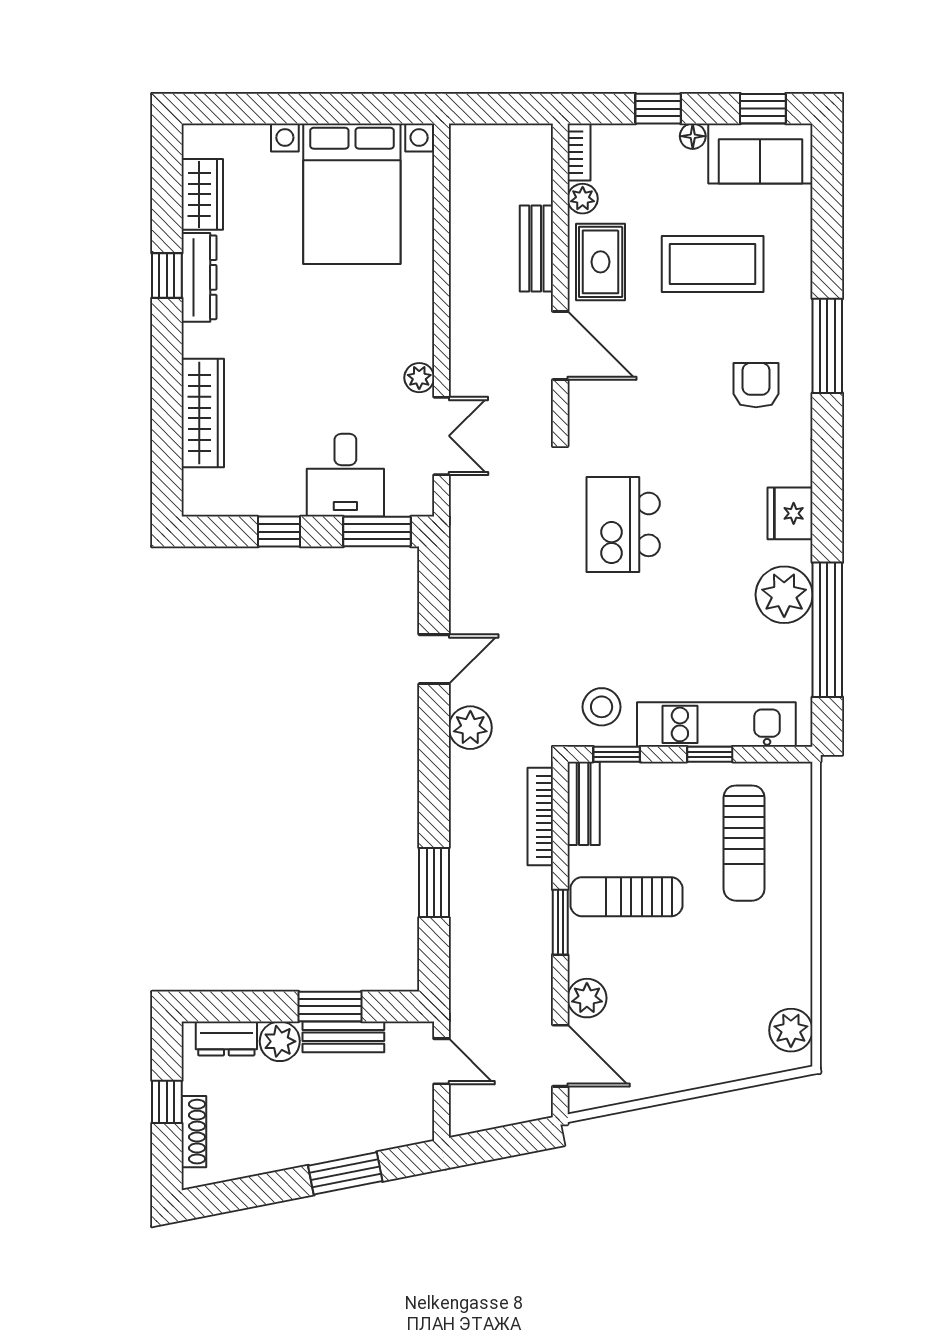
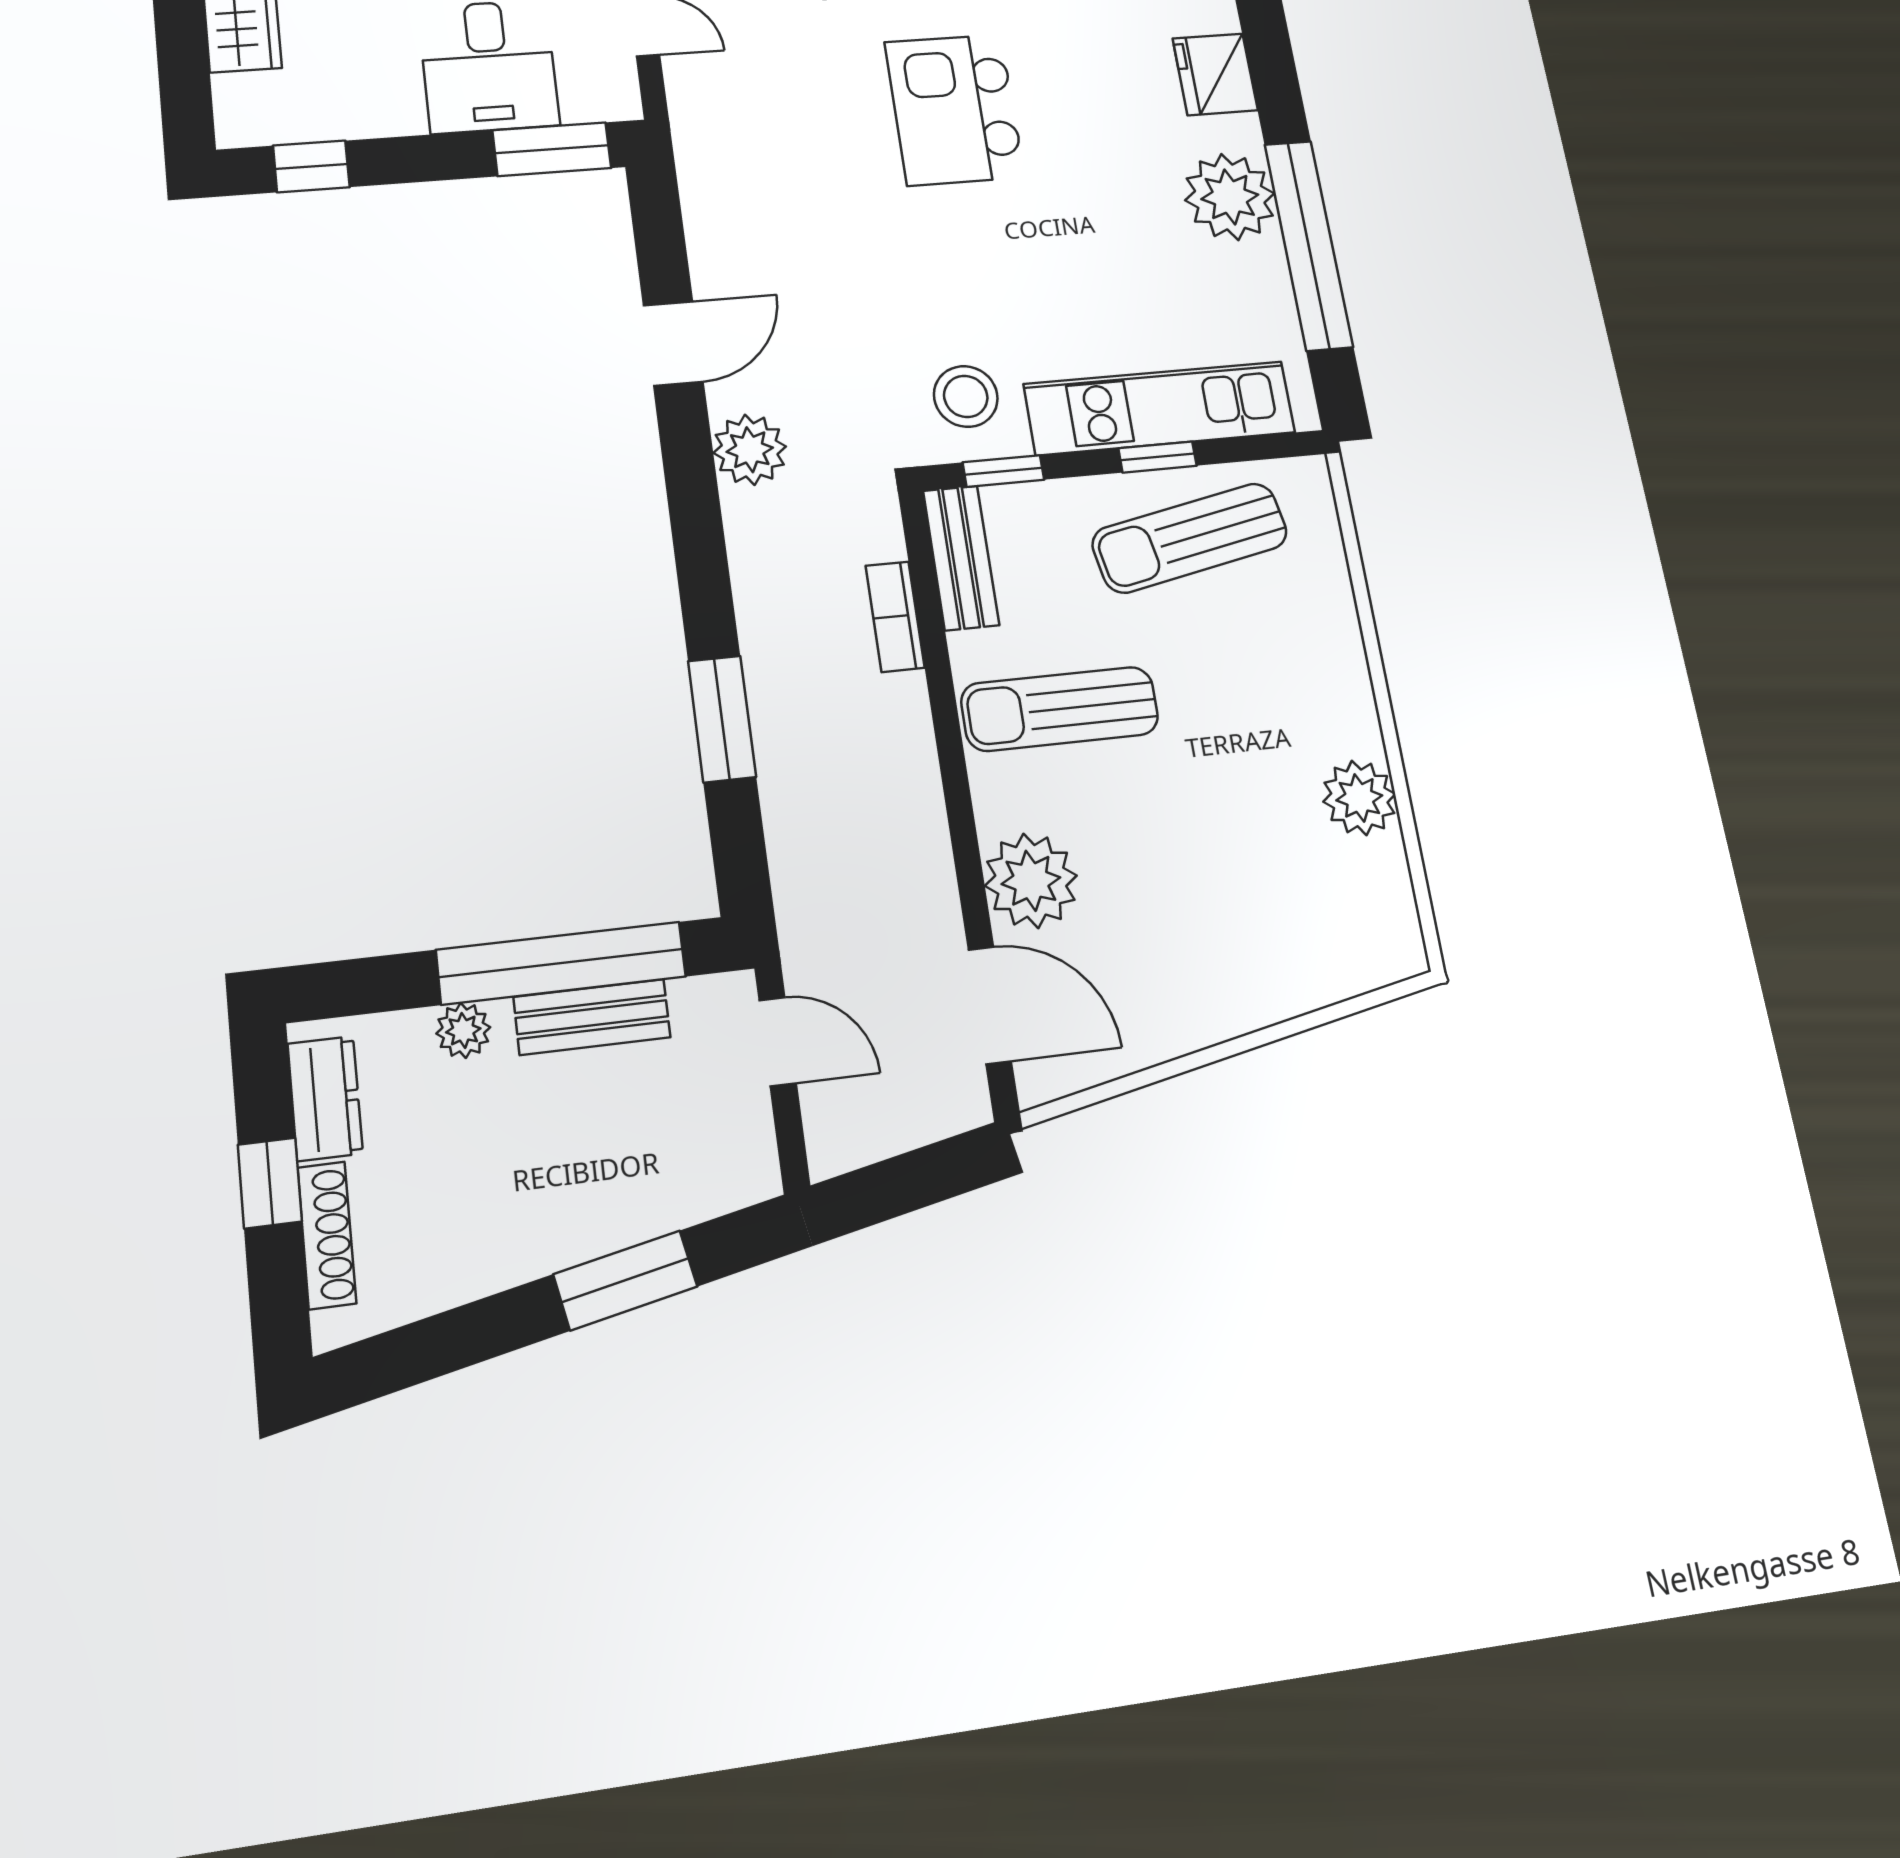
window: (279, 532) -> (311, 166), moved
bookcase: (540, 816) -> (895, 617), width x0.64
sun lounger: (744, 843) -> (1190, 538), moved, turned 79
window: (560, 922) -> (953, 765), removed
plant: (587, 998) -> (1031, 881), width x1.36, depth x1.36
window: (330, 1006) -> (561, 963), width x2.11
plant: (791, 1030) -> (1359, 798), moved
dresser: (226, 1038) -> (325, 1098), moved, turned -90
plant: (280, 1041) -> (463, 1030), width x0.73, depth x0.73

